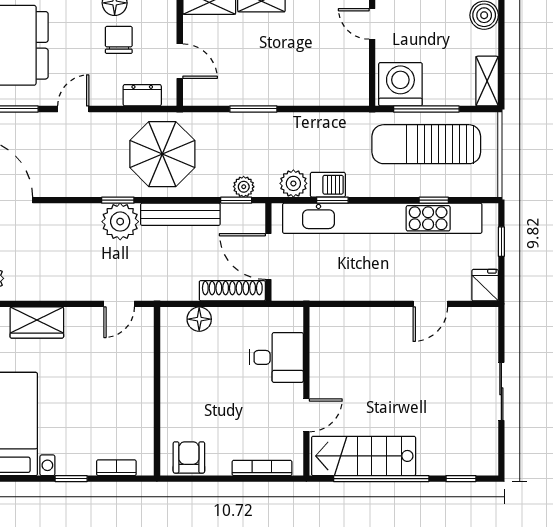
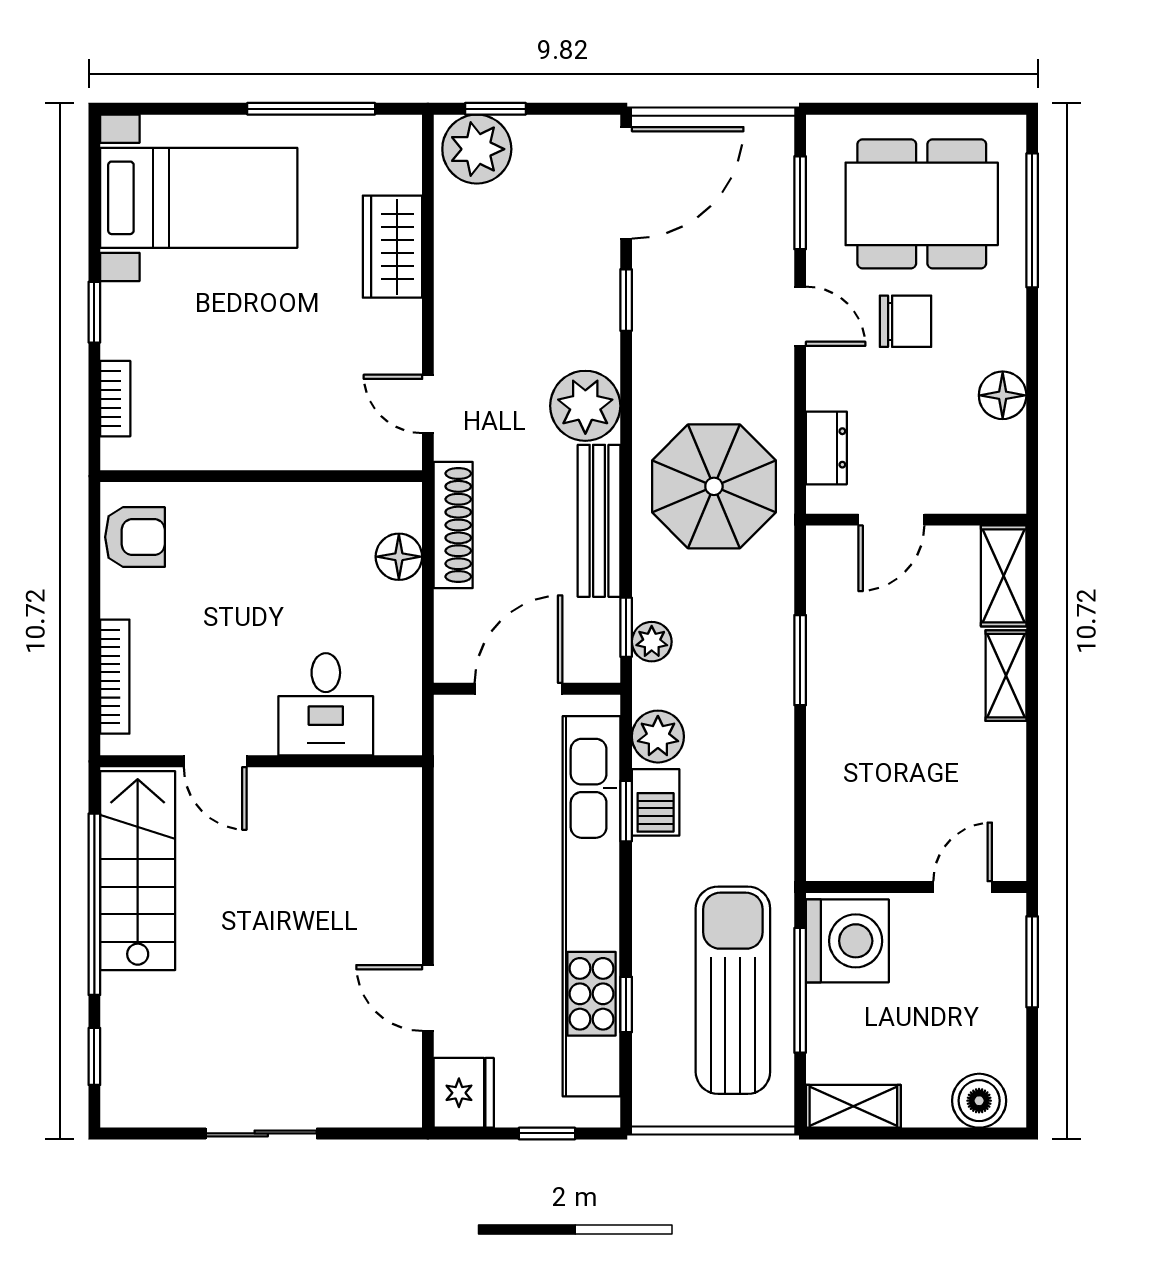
chair: (119, 40) -> (905, 321), moved
window: (118, 200) -> (626, 300), moved
fridge: (485, 285) -> (464, 1093), width x1.38
shoe rack: (232, 291) -> (453, 525), moved

